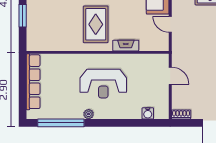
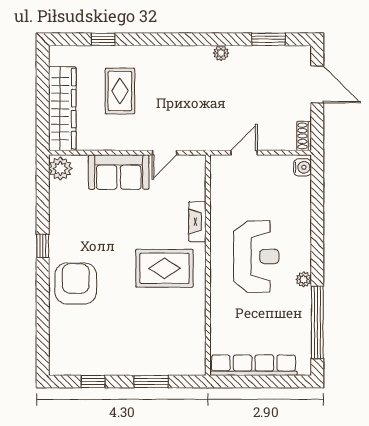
water cooler: (148, 113) -> (303, 167), moved

